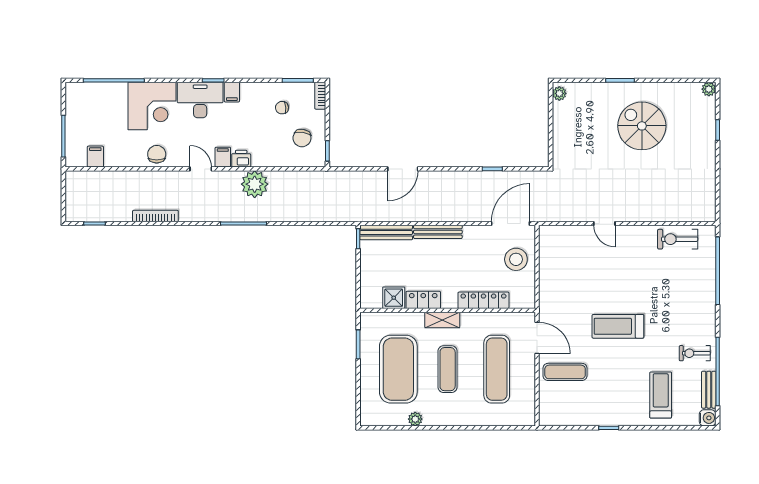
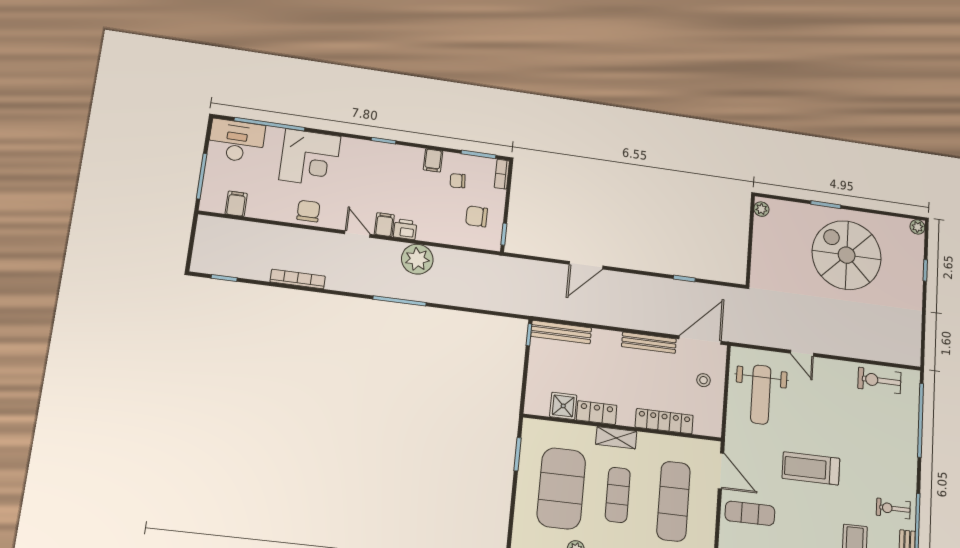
filing cabinet: (232, 92) -> (433, 160), moved
desk: (200, 100) -> (236, 141), moved
spiral stairs: (642, 126) -> (847, 255), width x1.37, depth x1.37
chair: (302, 138) -> (477, 216), turned 81
bench: (438, 232) -> (649, 343), moved
stool: (516, 259) -> (703, 380), width x0.53, depth x0.53
weight bench: (569, 266) -> (761, 395), added

